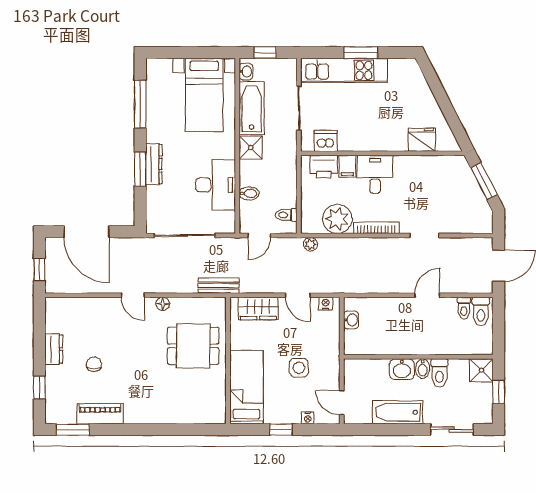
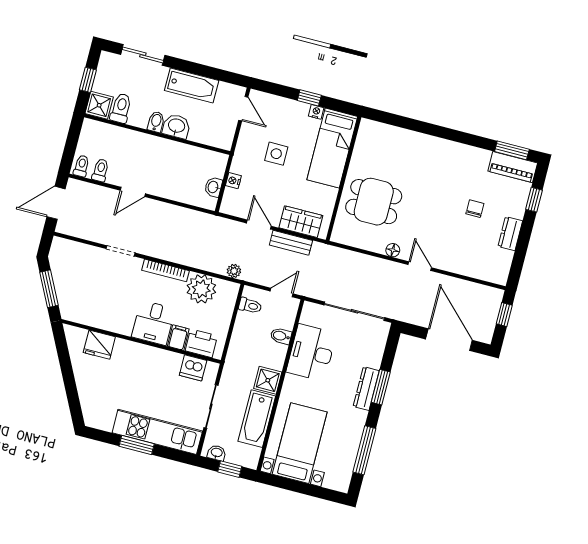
washbasin: (246, 72) -> (217, 453), moved, turned 90
bench: (219, 286) -> (291, 243), moved
nightstand: (326, 304) -> (233, 181), moved, turned 90
toilet: (481, 311) -> (81, 166), width x0.73, depth x0.72
chair: (94, 364) -> (475, 209), turned 180
toilet: (439, 373) -> (121, 108), moved
piano: (100, 414) -> (513, 167), moved
nightstand: (308, 418) -> (316, 112), moved

